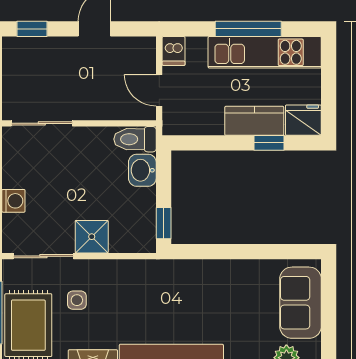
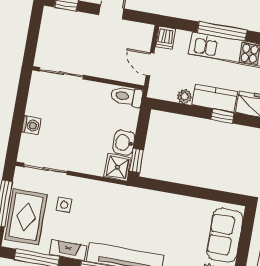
plant: (213, 125) -> (184, 96), added
washbasin: (142, 170) -> (124, 143), moved
shower: (92, 237) -> (117, 167), moved

